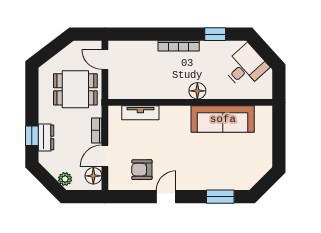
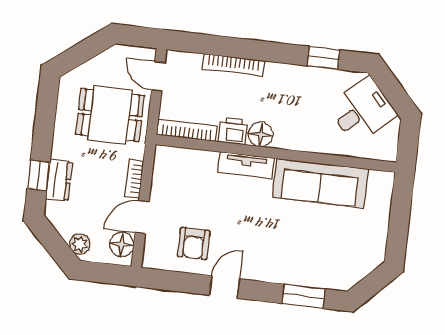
bookcase: (179, 46) -> (233, 65), moved
printer: (160, 91) -> (233, 131), added
floor lamp: (197, 91) -> (261, 134), moved
bookcase: (128, 94) -> (187, 131), added
tv unit: (140, 113) -> (246, 165), moved
armchair: (142, 170) -> (194, 243), turned -90

